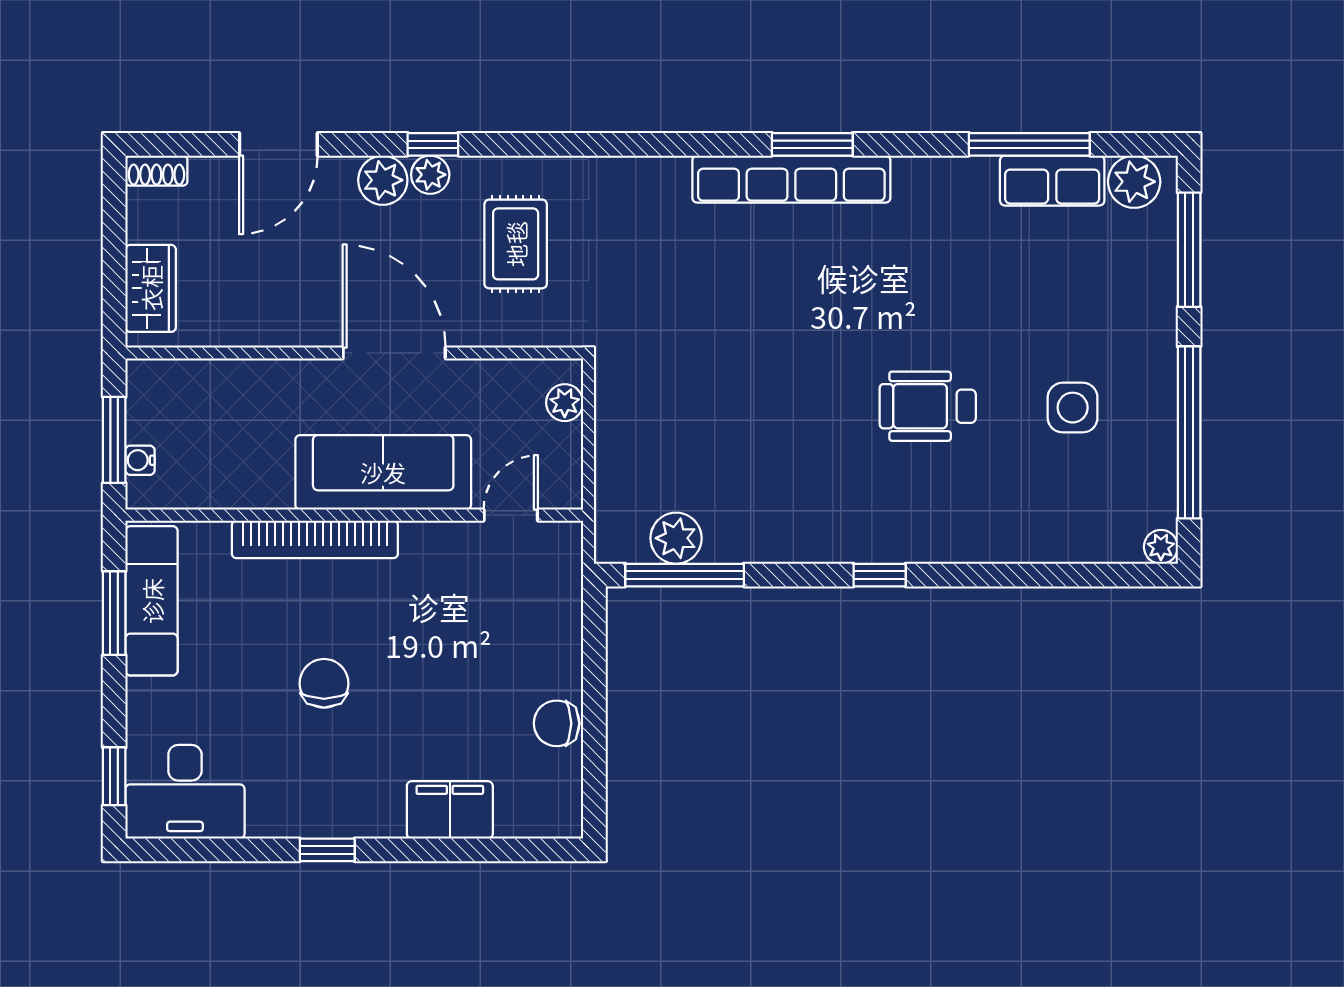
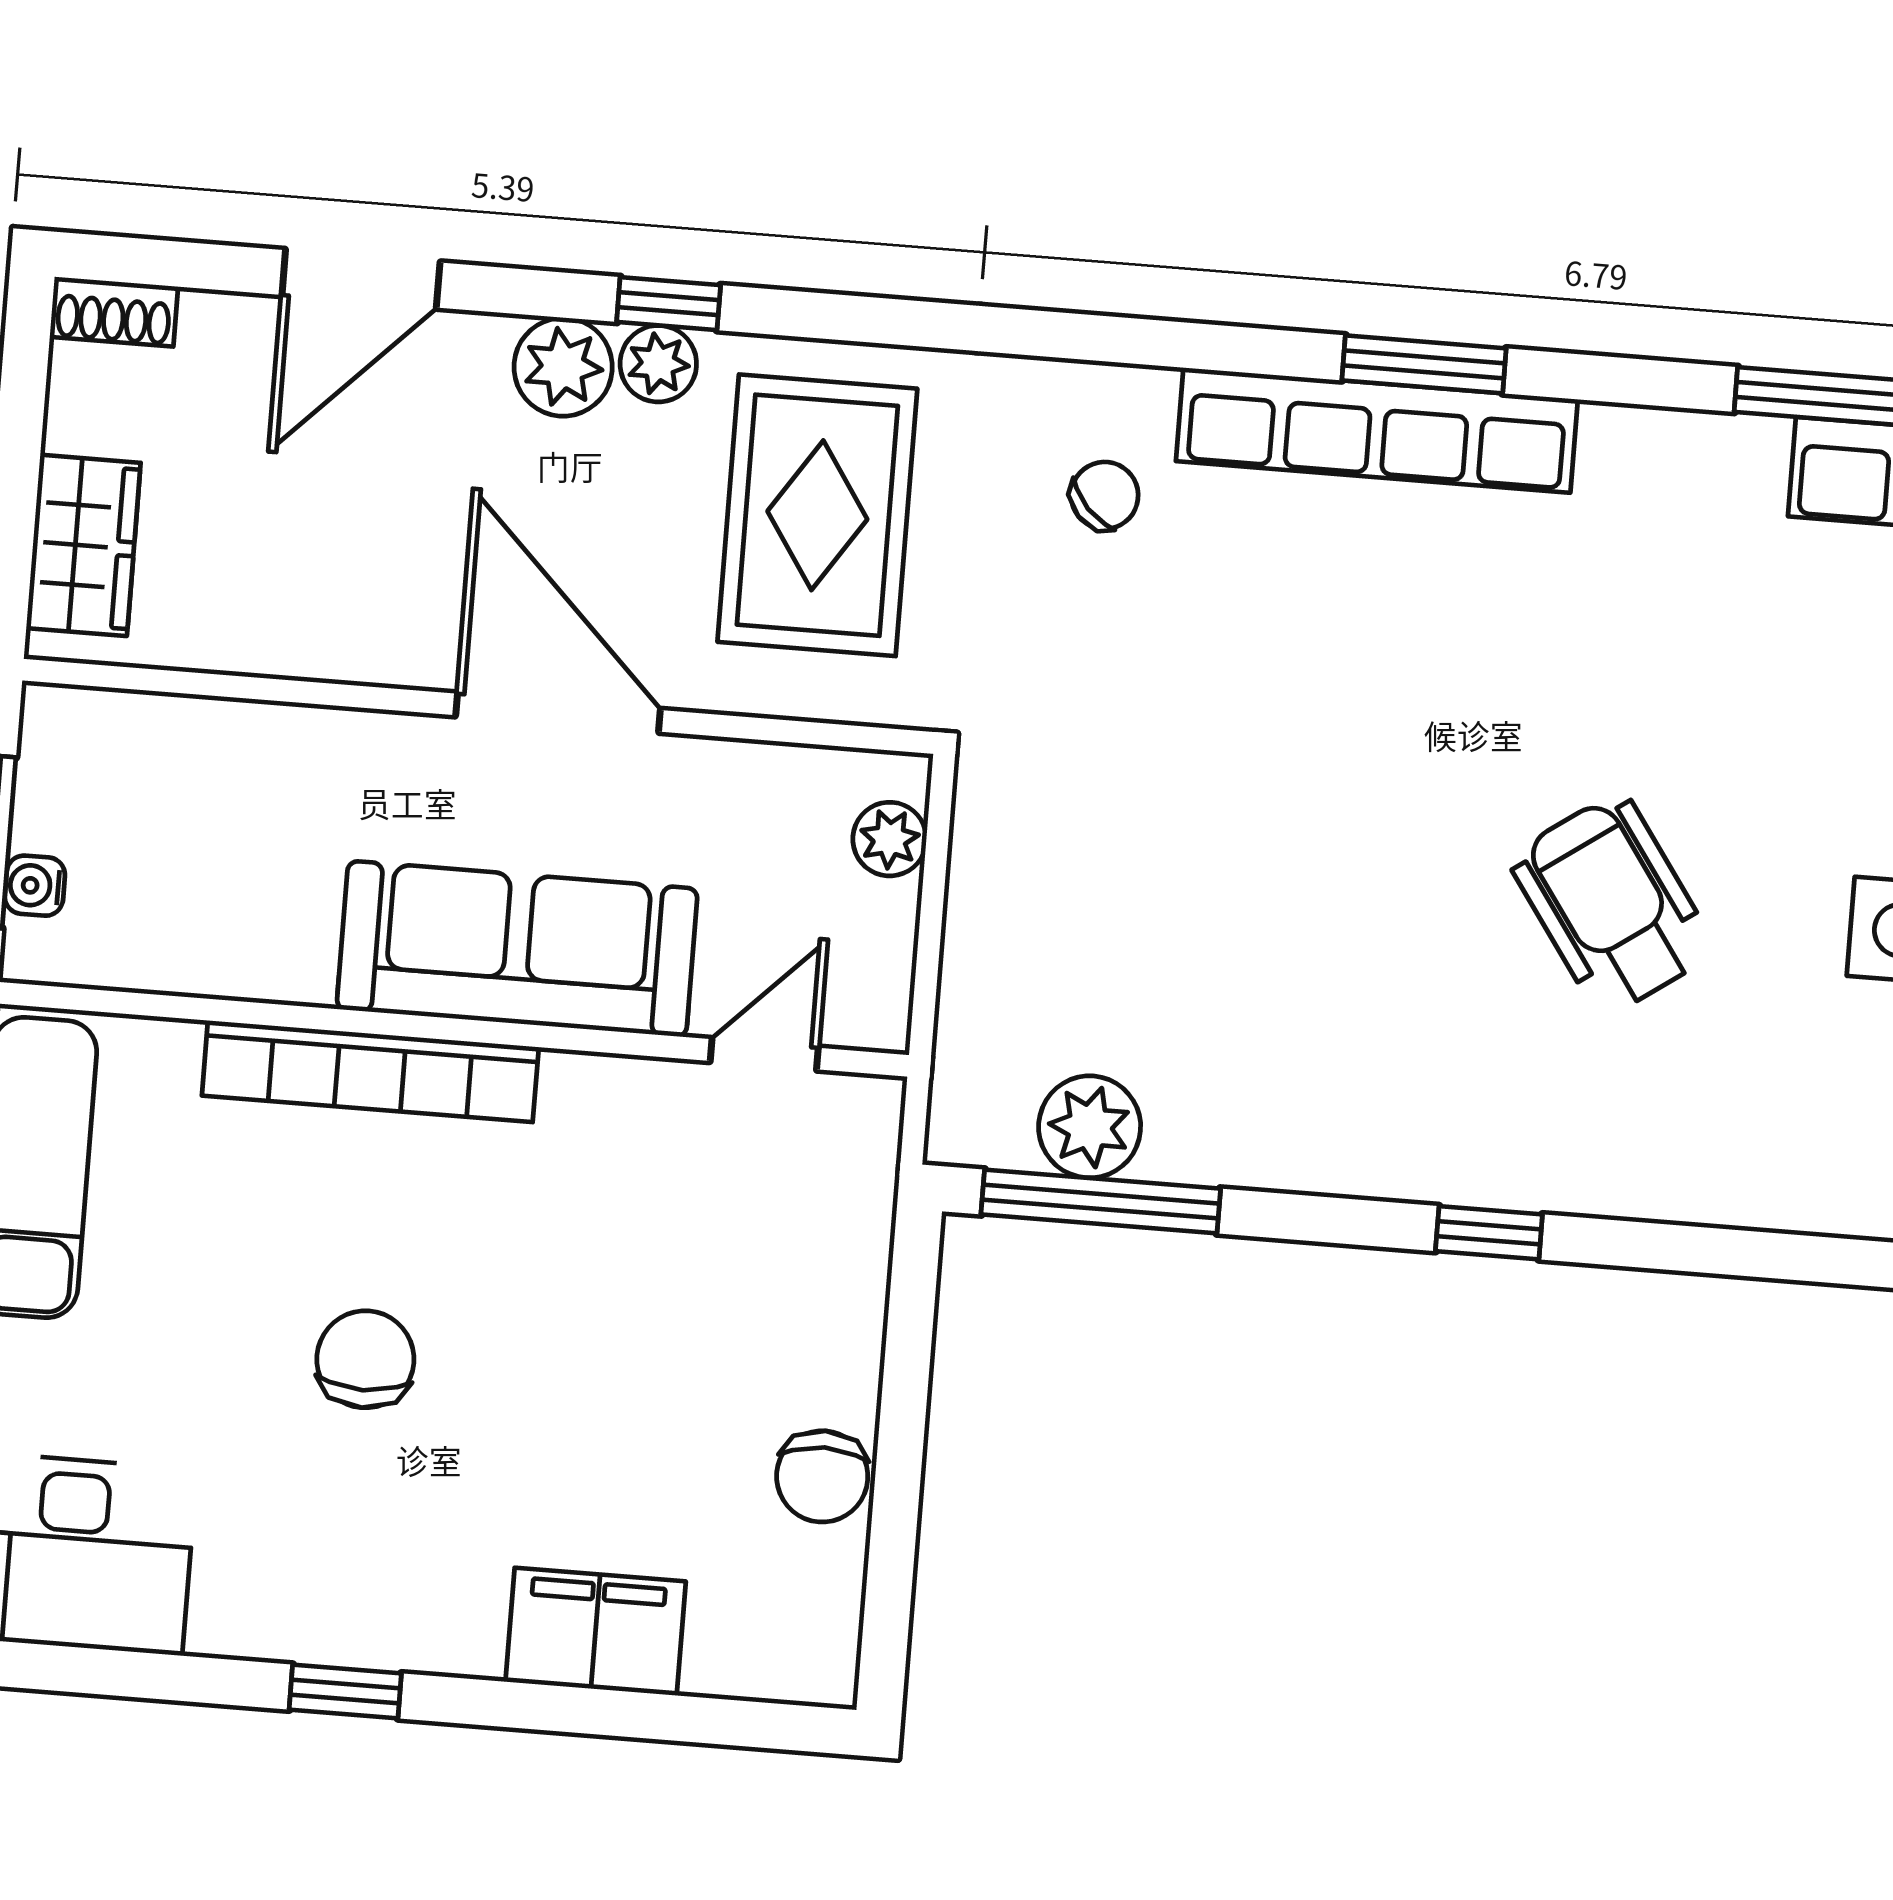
chair: (658, 223) -> (1105, 495), added
rug: (516, 244) -> (817, 515), width x1.36, depth x1.43
wheelchair: (928, 406) -> (1612, 904), turned 55
chair: (557, 723) -> (822, 1476), turned -90

